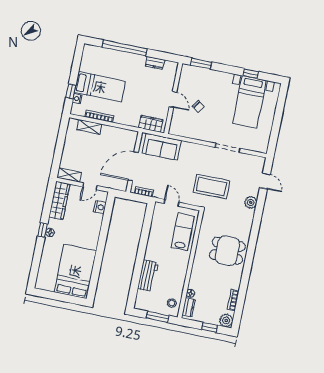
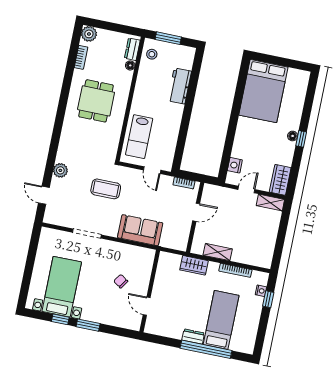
dresser: (155, 63) -> (193, 337), moved
window: (201, 64) -> (88, 325), moved
bed: (100, 87) -> (221, 320), moved, turned 90
door: (173, 99) -> (147, 306), moved
wardrobe: (151, 124) -> (194, 265), moved
shelving: (89, 127) -> (218, 252), moved
sofa: (162, 147) -> (140, 230), moved
door: (133, 166) -> (196, 212), width x0.53
coffee table: (211, 186) -> (106, 189), width x0.73, depth x0.76
wardrobe: (59, 201) -> (280, 180), width x0.67
dining table: (227, 251) -> (96, 101), moved, turned 90
window: (209, 327) -> (108, 26), removed

